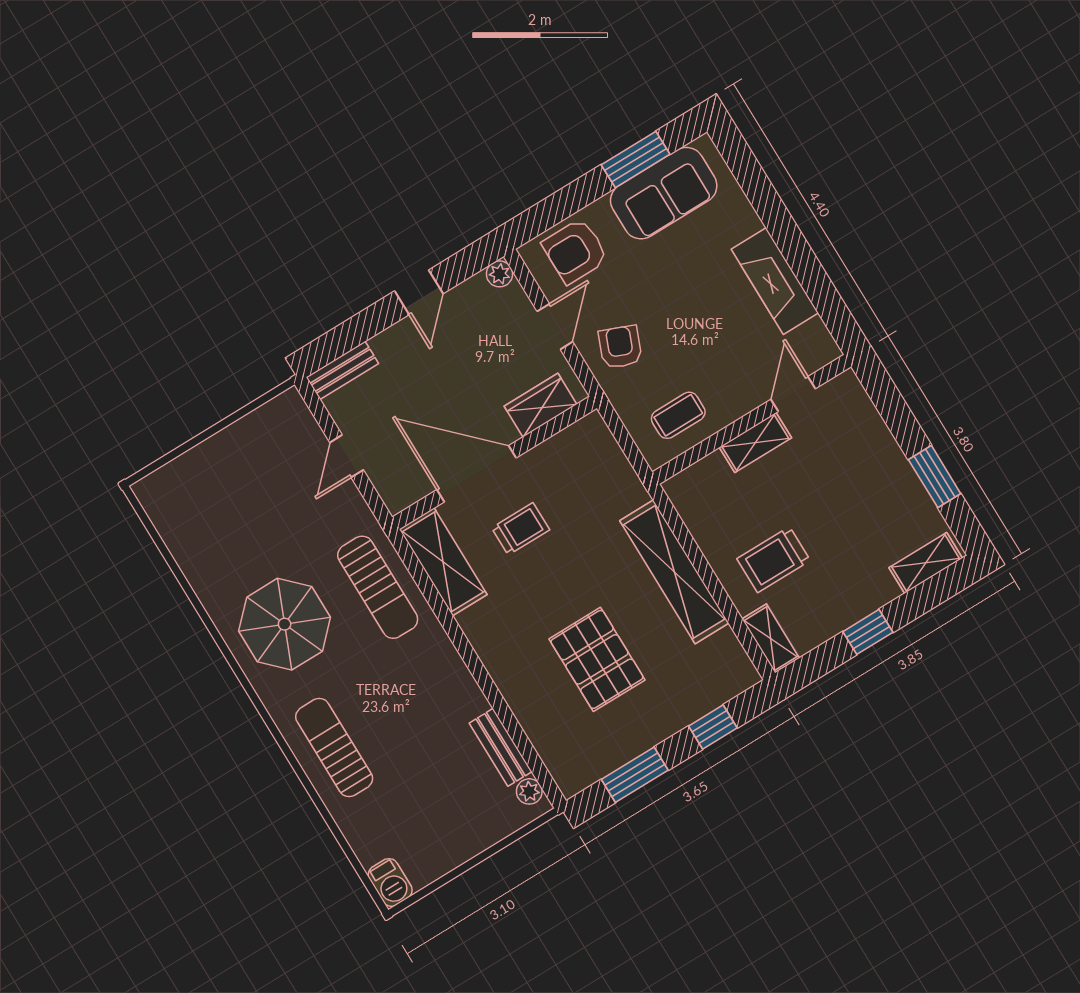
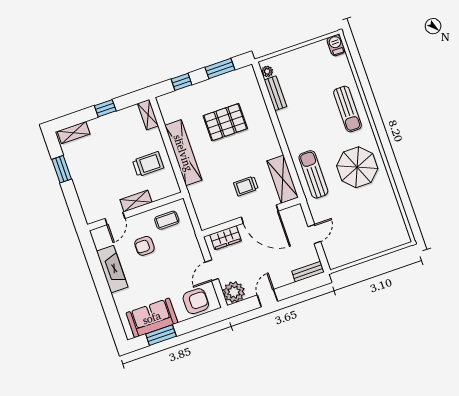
plant: (500, 274) -> (234, 292), width x1.87, depth x1.87
armchair: (620, 347) -> (144, 246), moved, turned 68
trolley: (774, 560) -> (148, 164), moved
pallet: (597, 659) -> (225, 122), turned 90

